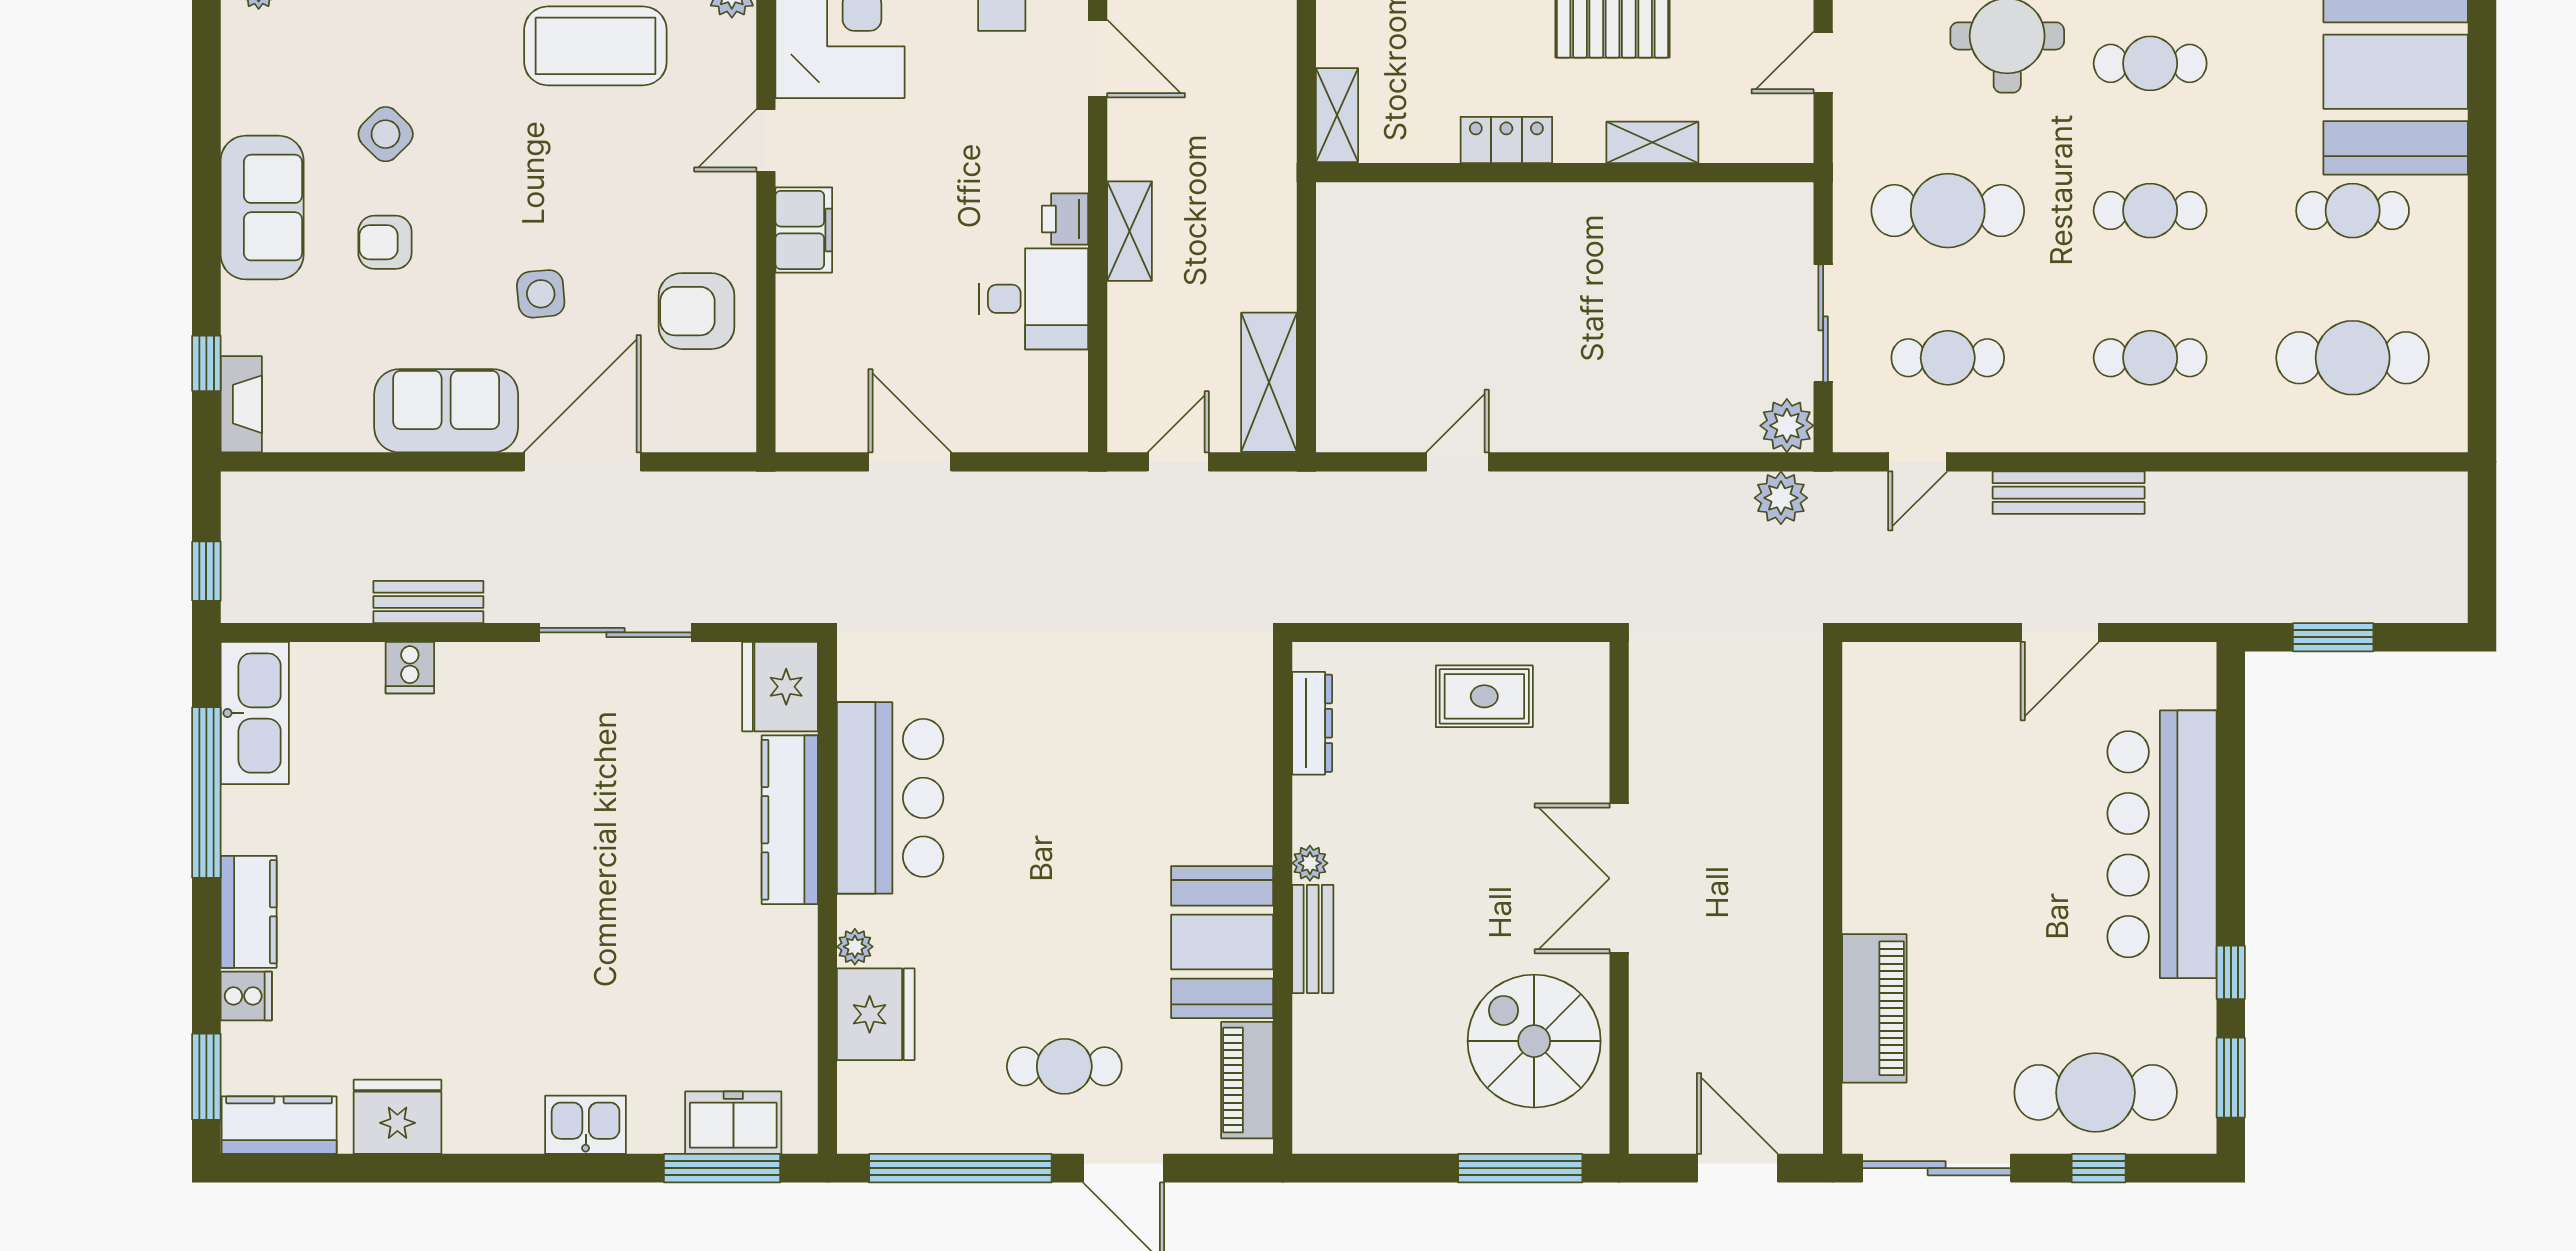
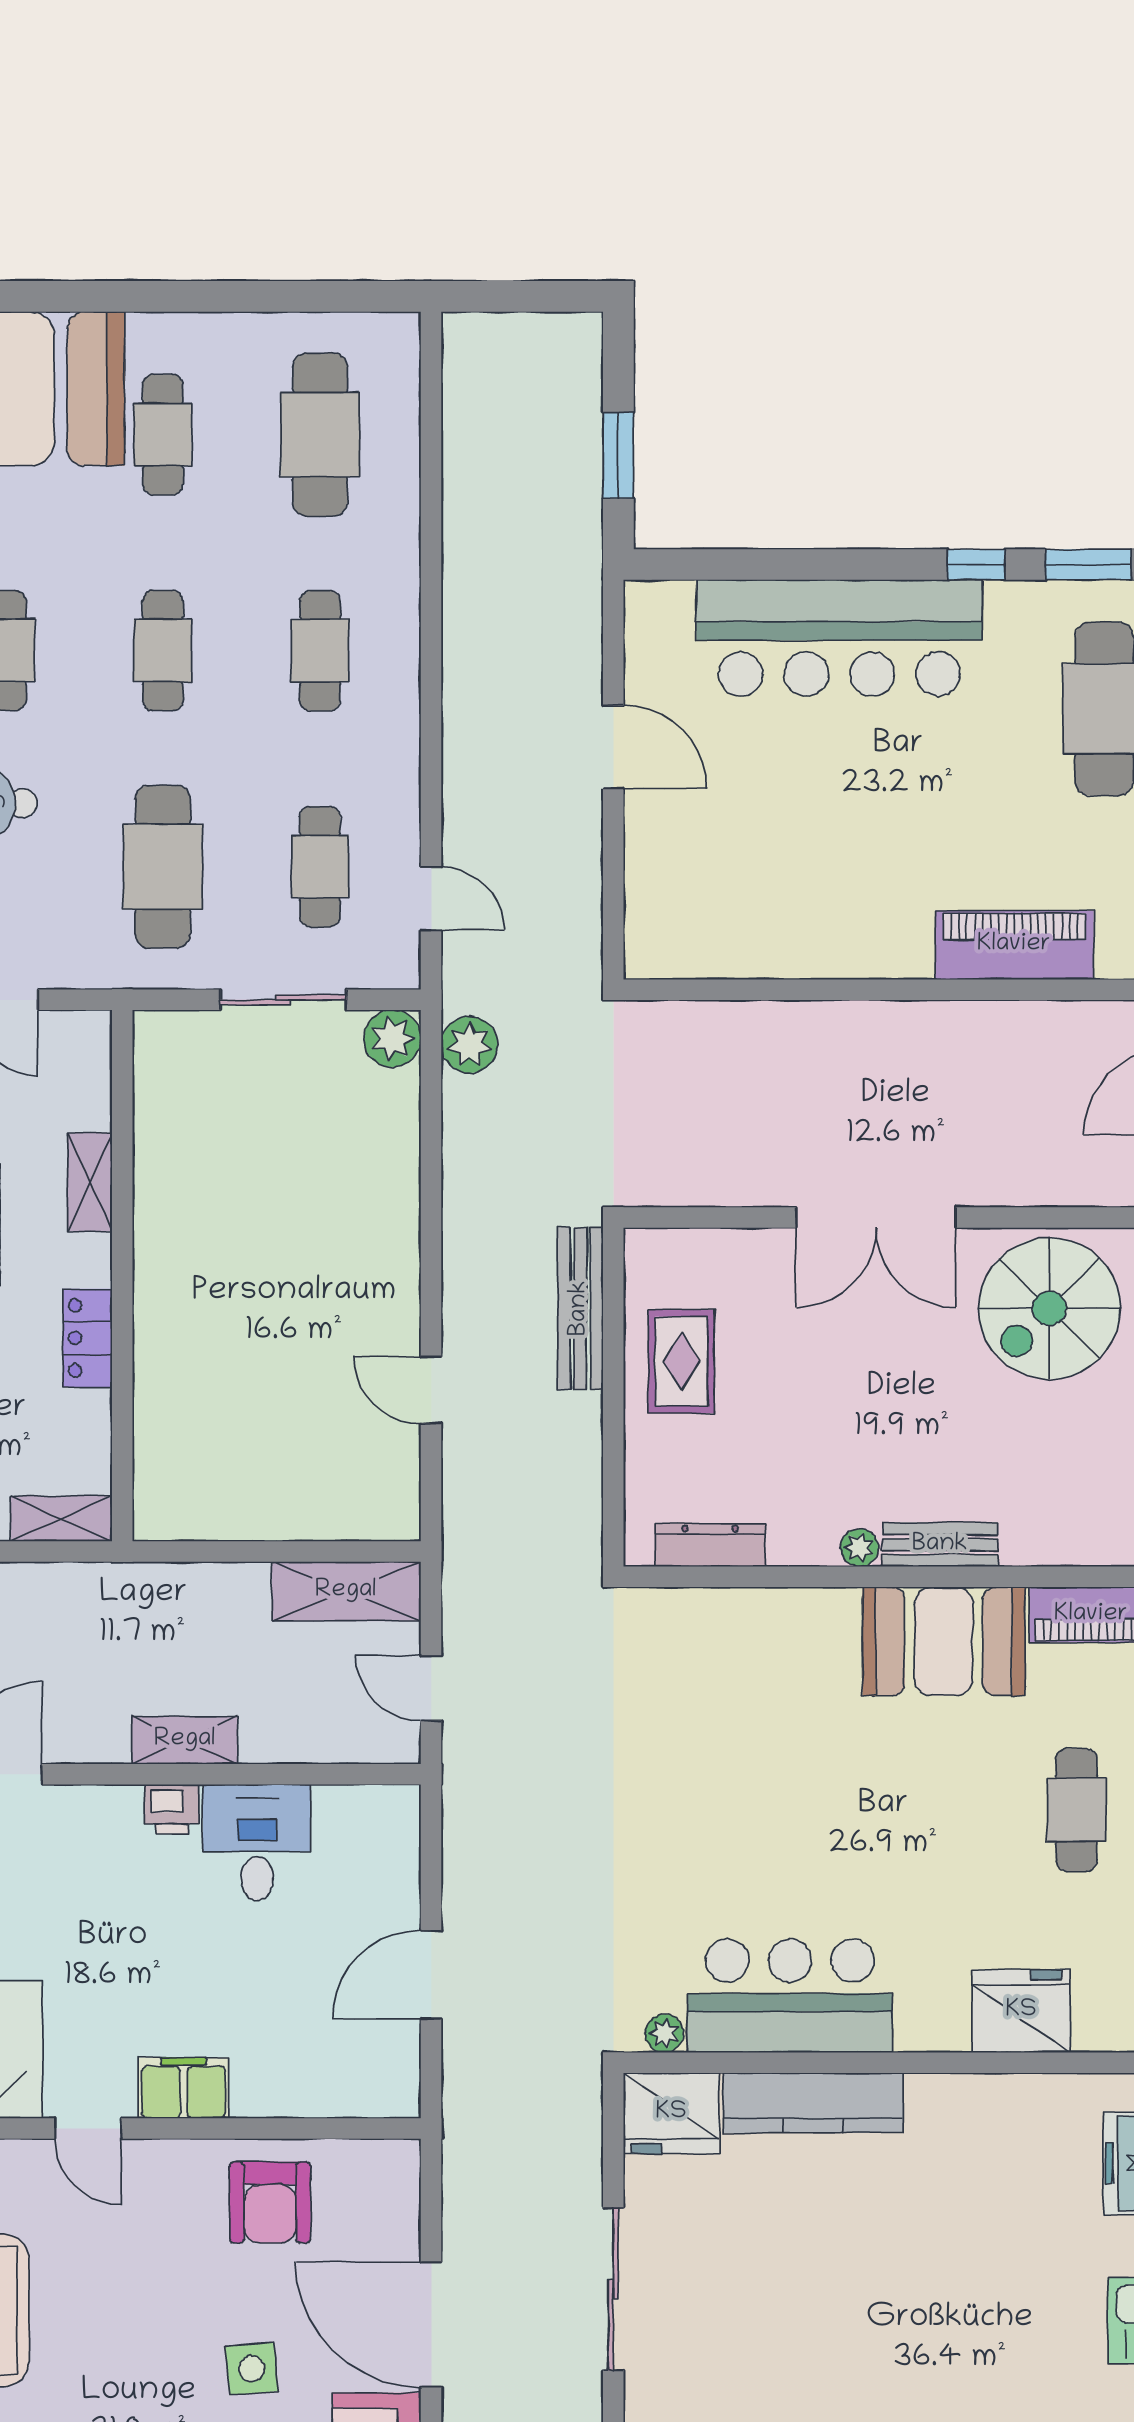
bench: (2069, 493) -> (580, 1308), moved
plant: (855, 947) -> (664, 2033), moved

